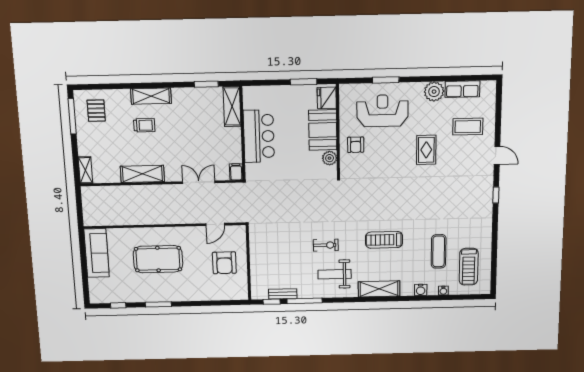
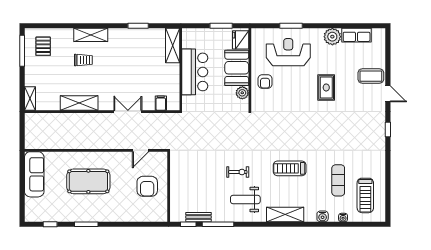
shelving: (232, 106) -> (173, 45), moved
coffee table: (468, 127) -> (371, 76), moved
wall: (242, 134) -> (181, 69), moved
bar counter: (259, 136) -> (195, 72), moved

